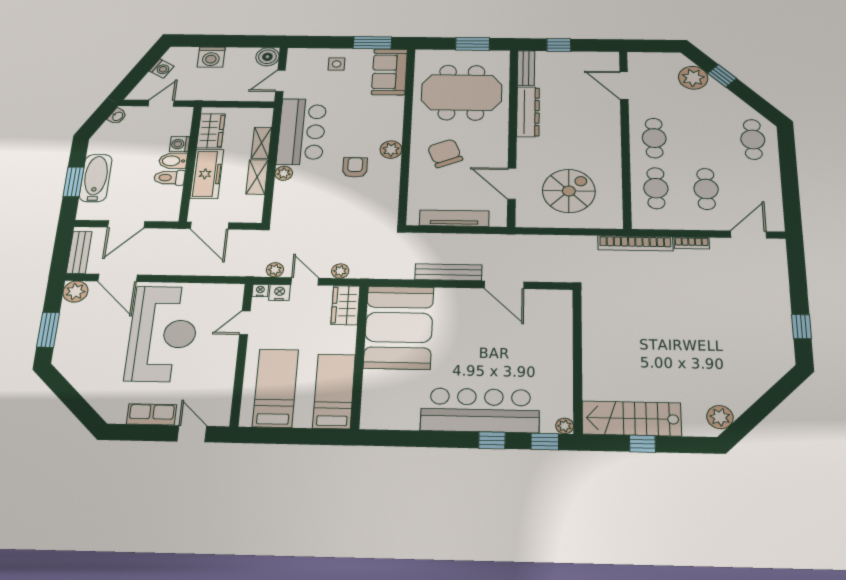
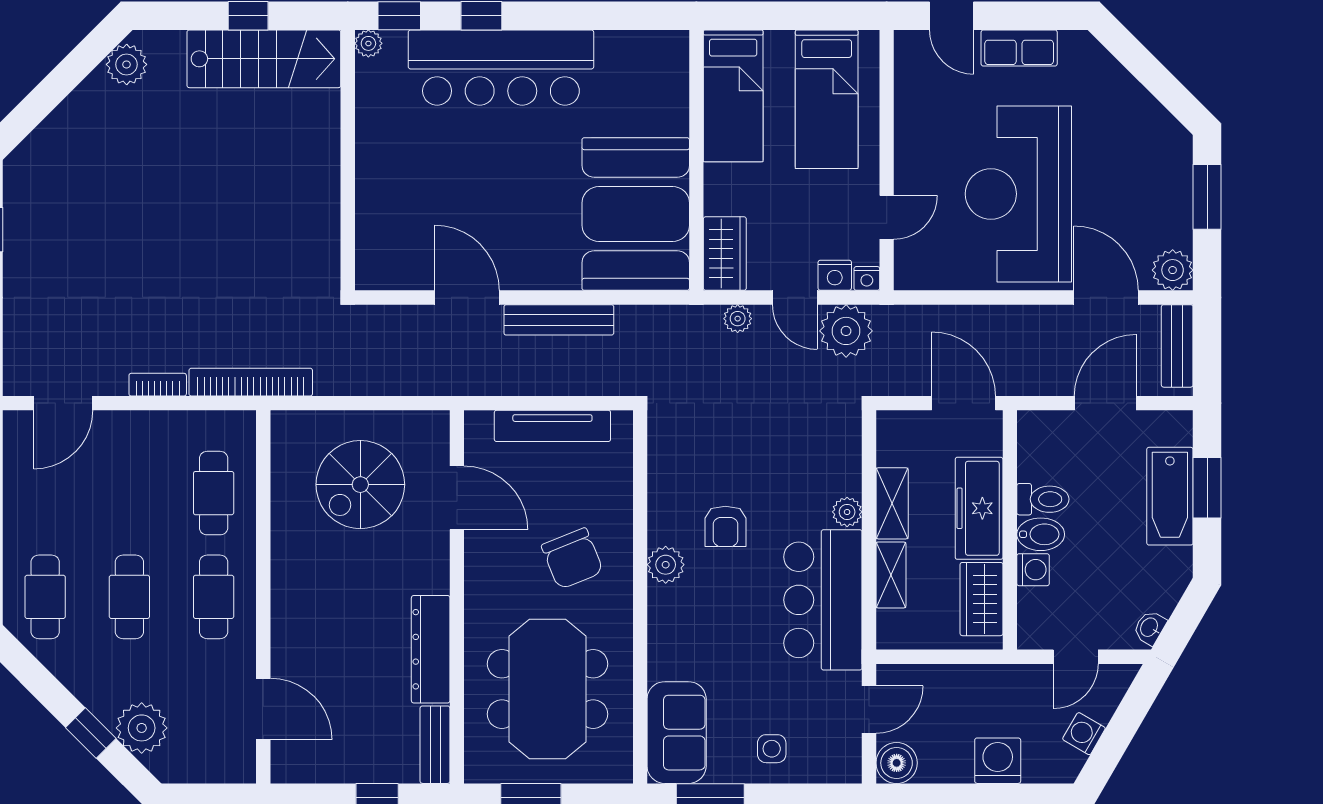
meeting table: (462, 93) -> (548, 689), turned 90
cafe table: (706, 189) -> (129, 597), moved
plant: (275, 270) -> (846, 331), width x1.88, depth x1.88

